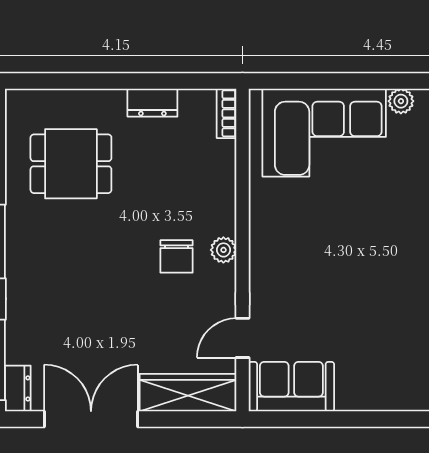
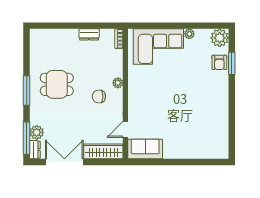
dining table: (71, 164) -> (57, 84), moved
plant: (223, 250) -> (118, 83), moved
chair: (177, 256) -> (99, 96), turned 90
plant: (22, 346) -> (37, 132), added

